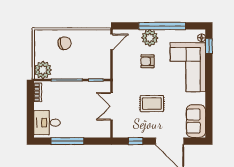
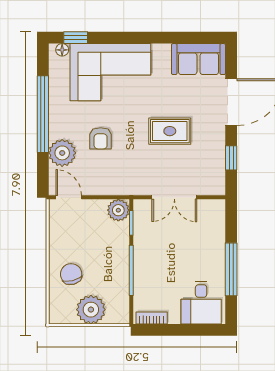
plant: (150, 38) -> (62, 153), moved
plant: (43, 70) -> (91, 310), moved
plant: (104, 72) -> (118, 210), added
rug: (152, 104) -> (170, 131), turned 90

